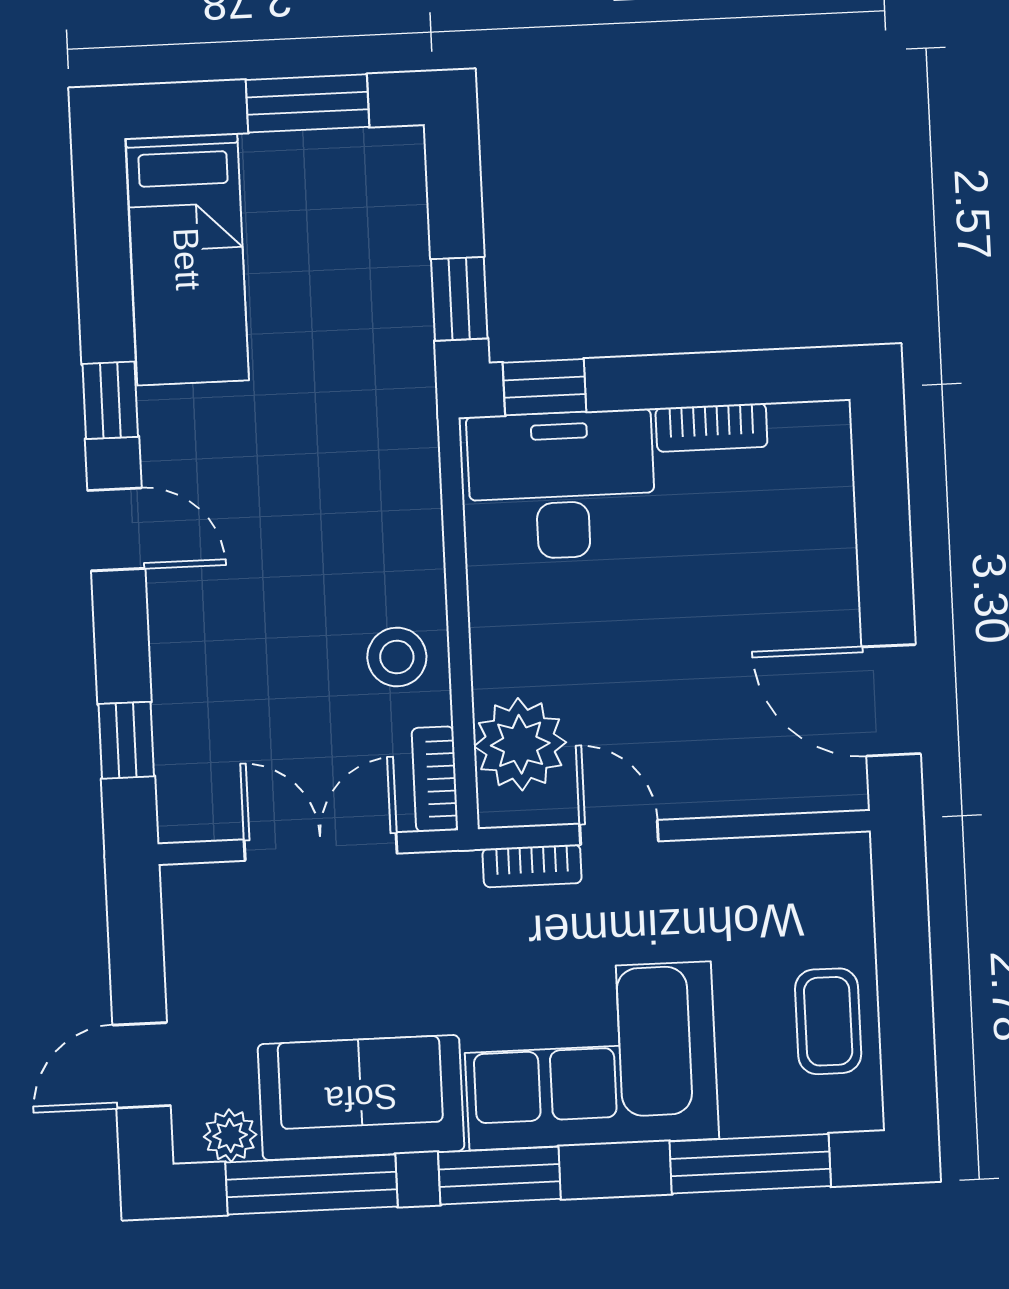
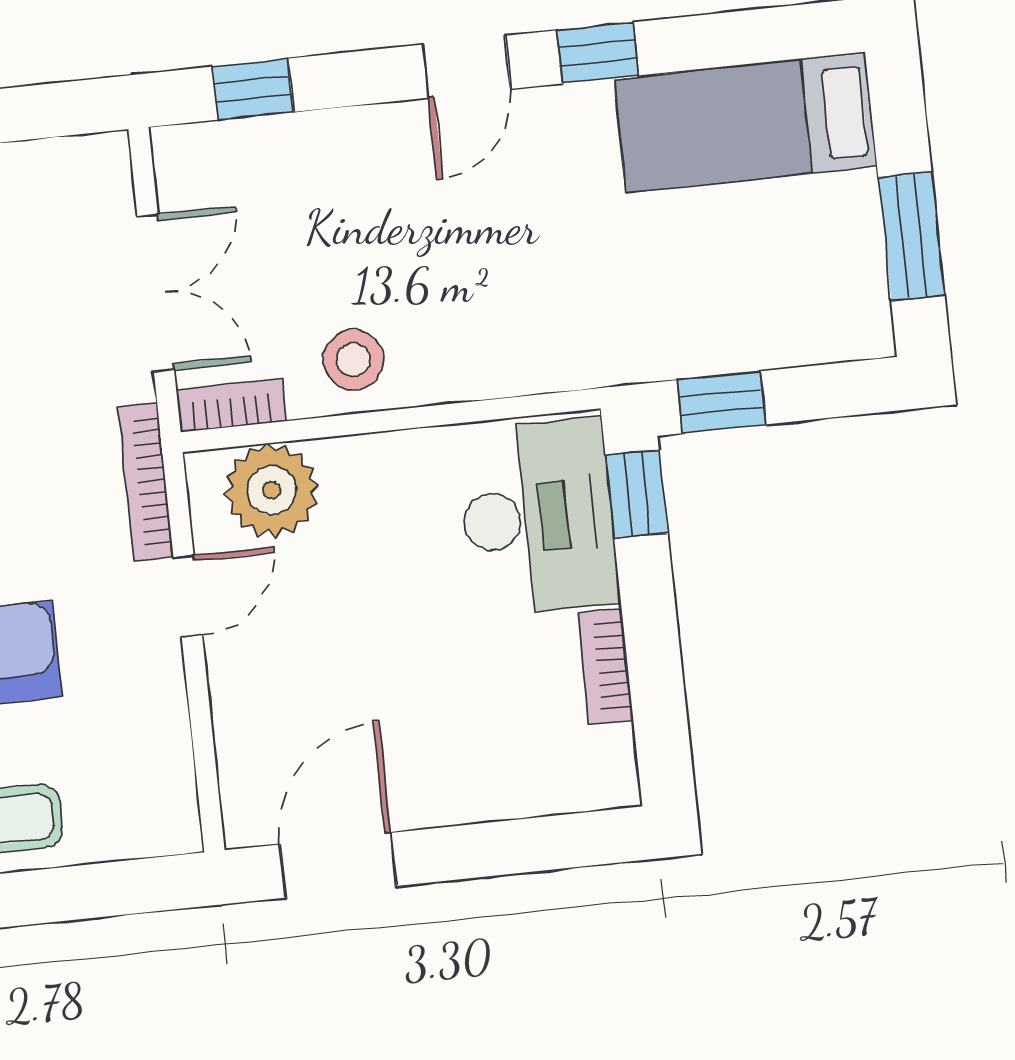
bookcase: (532, 866) -> (146, 482), width x1.56

